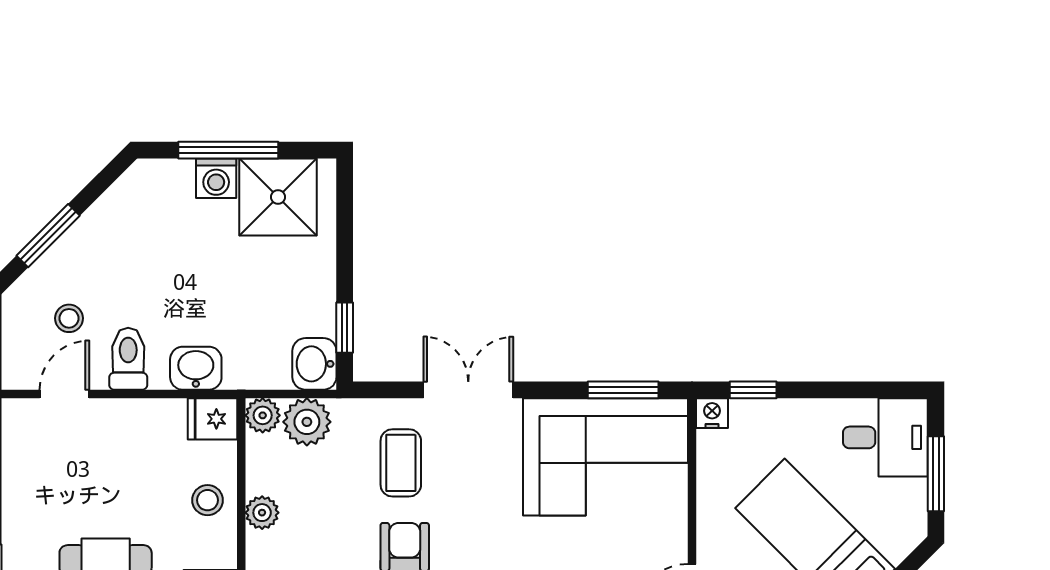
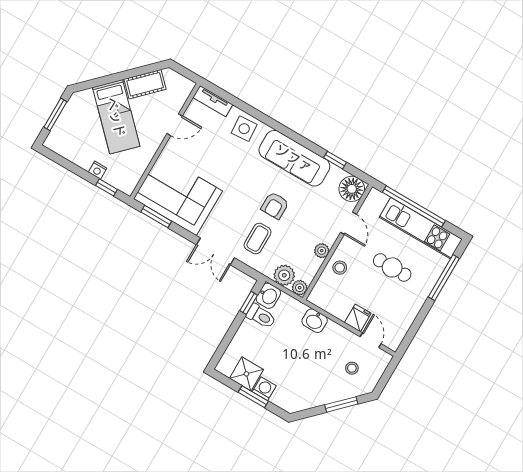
window: (228, 150) -> (253, 397), width x0.69
shower: (278, 197) -> (246, 374), width x0.73, depth x0.73
toilet: (128, 359) -> (261, 316), moved, turned -90
door: (64, 394) -> (371, 340), swing flipped
nightstand: (712, 413) -> (98, 170), moved
fridge: (213, 419) -> (358, 318), moved, turned -90
desk: (885, 437) -> (67, 140), removed

